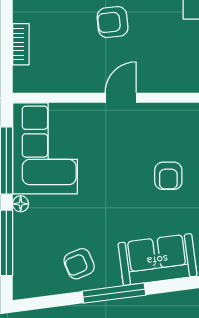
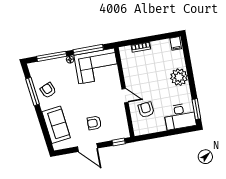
armchair: (113, 22) -> (146, 110), moved
window: (114, 293) -> (33, 91), moved

